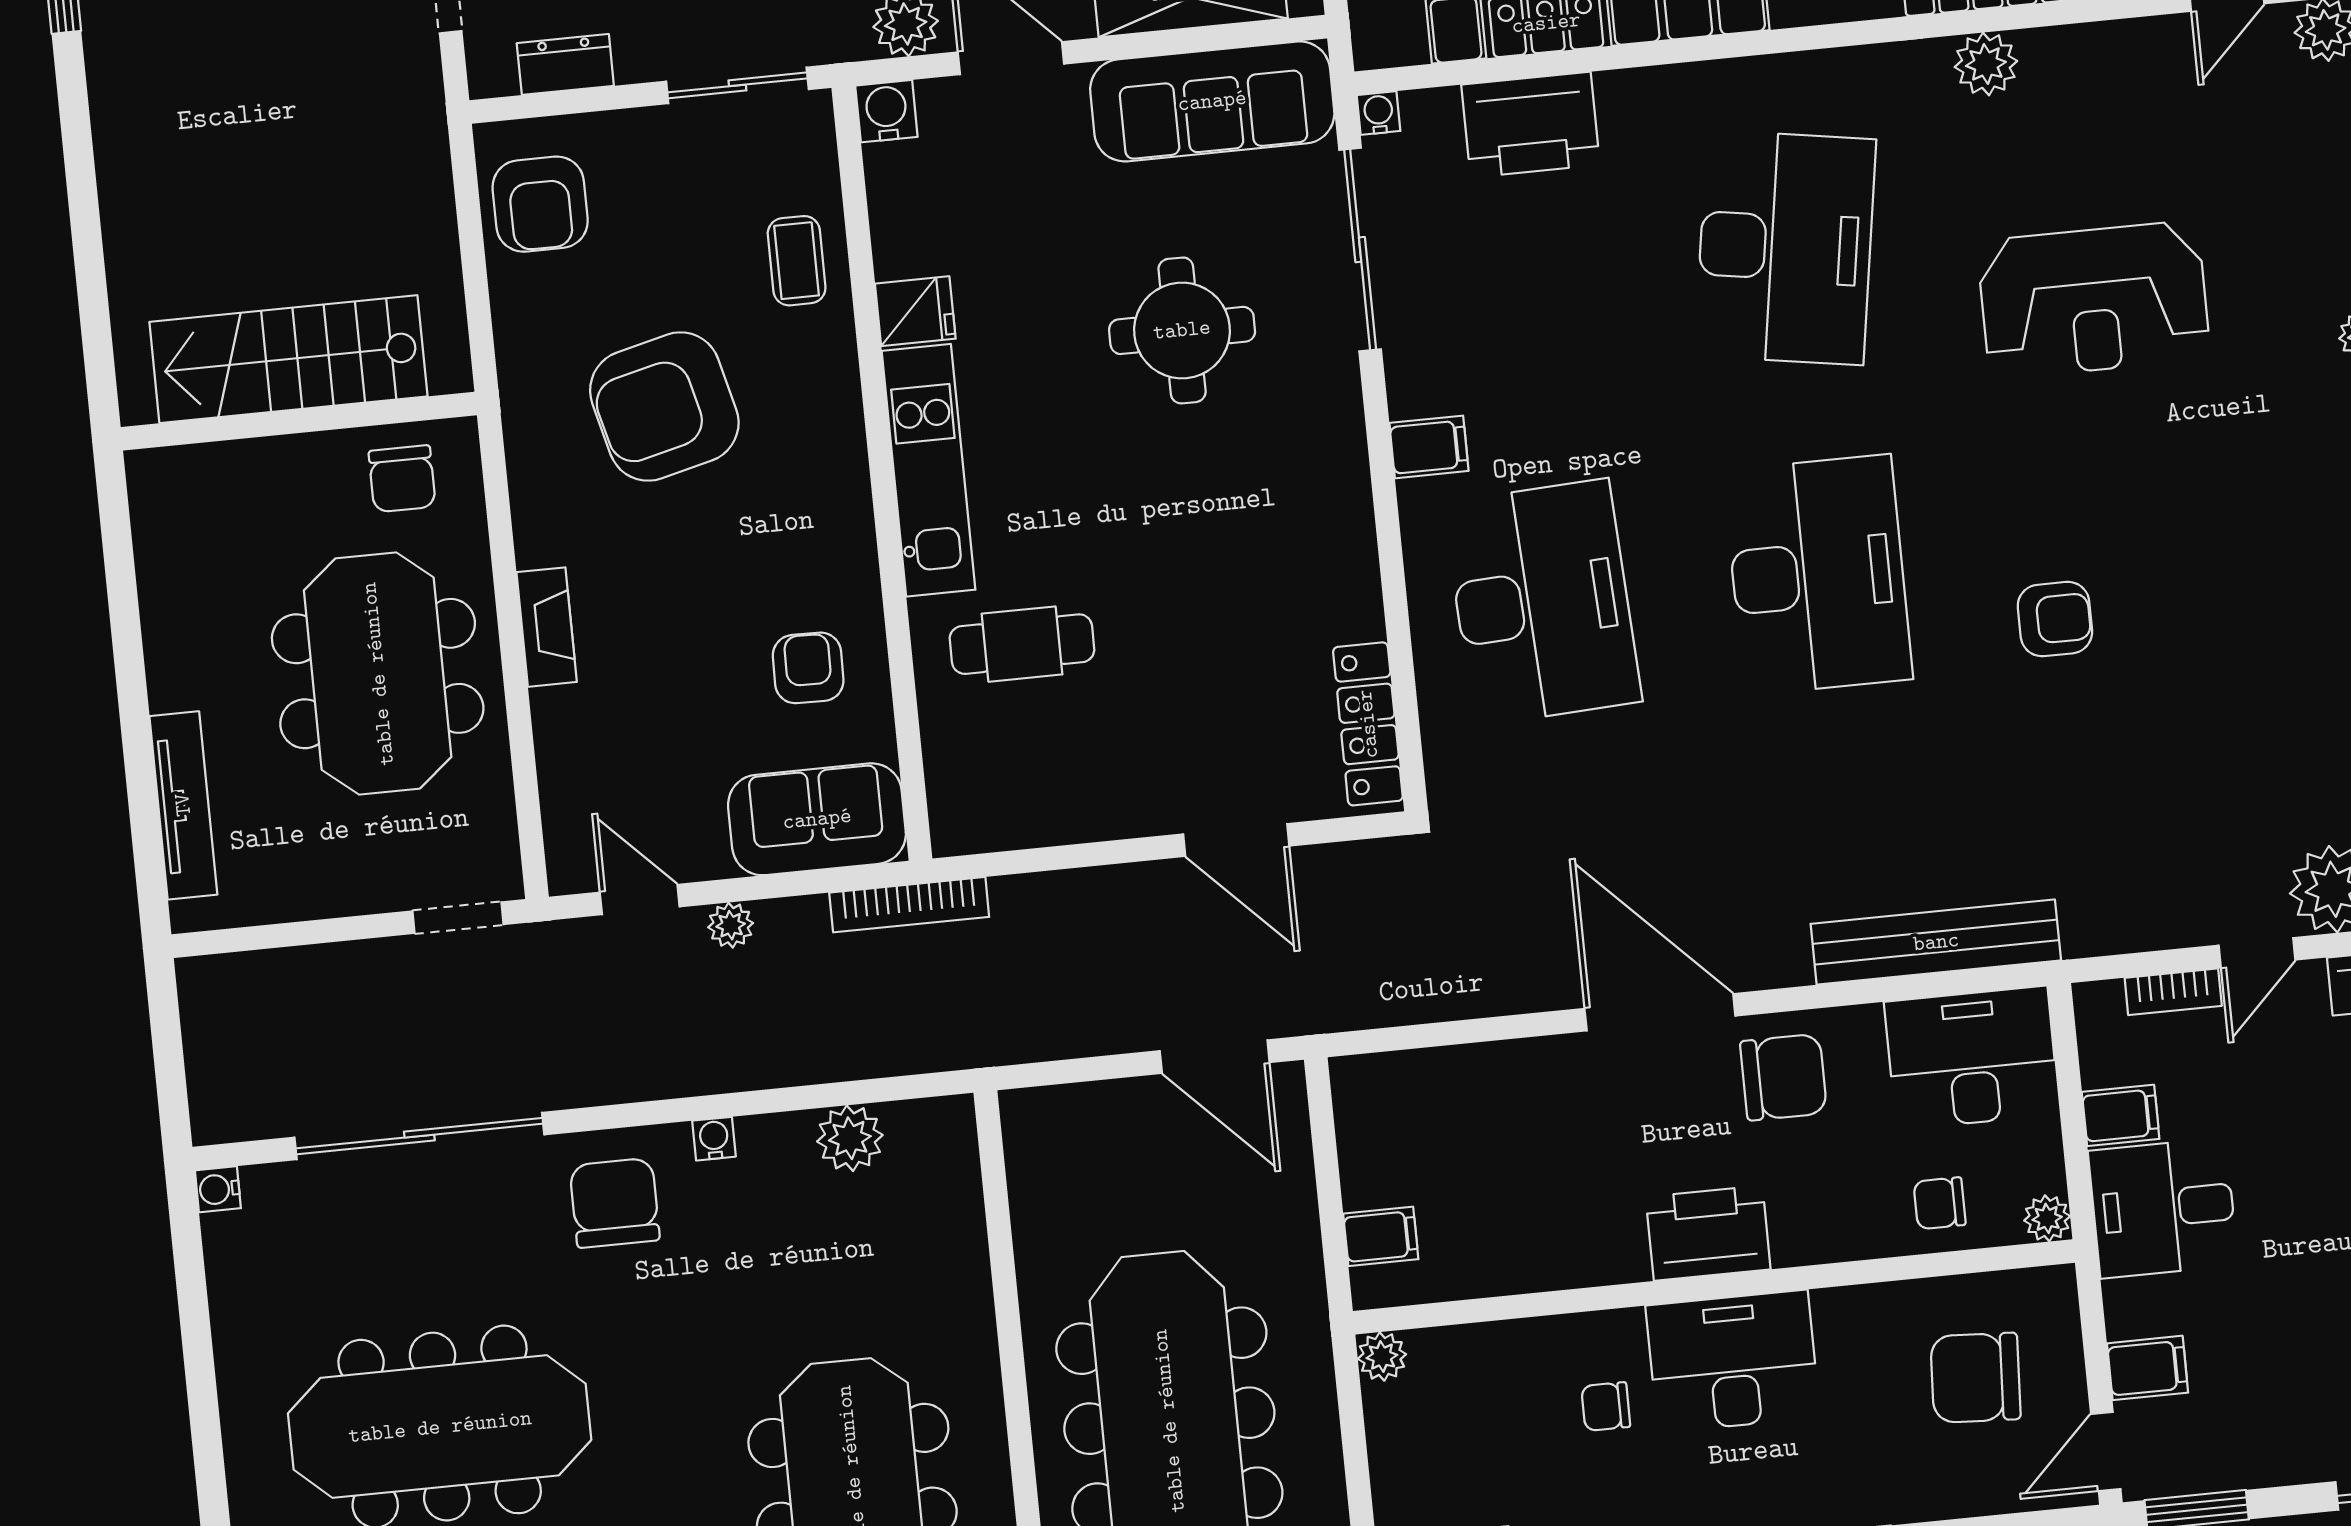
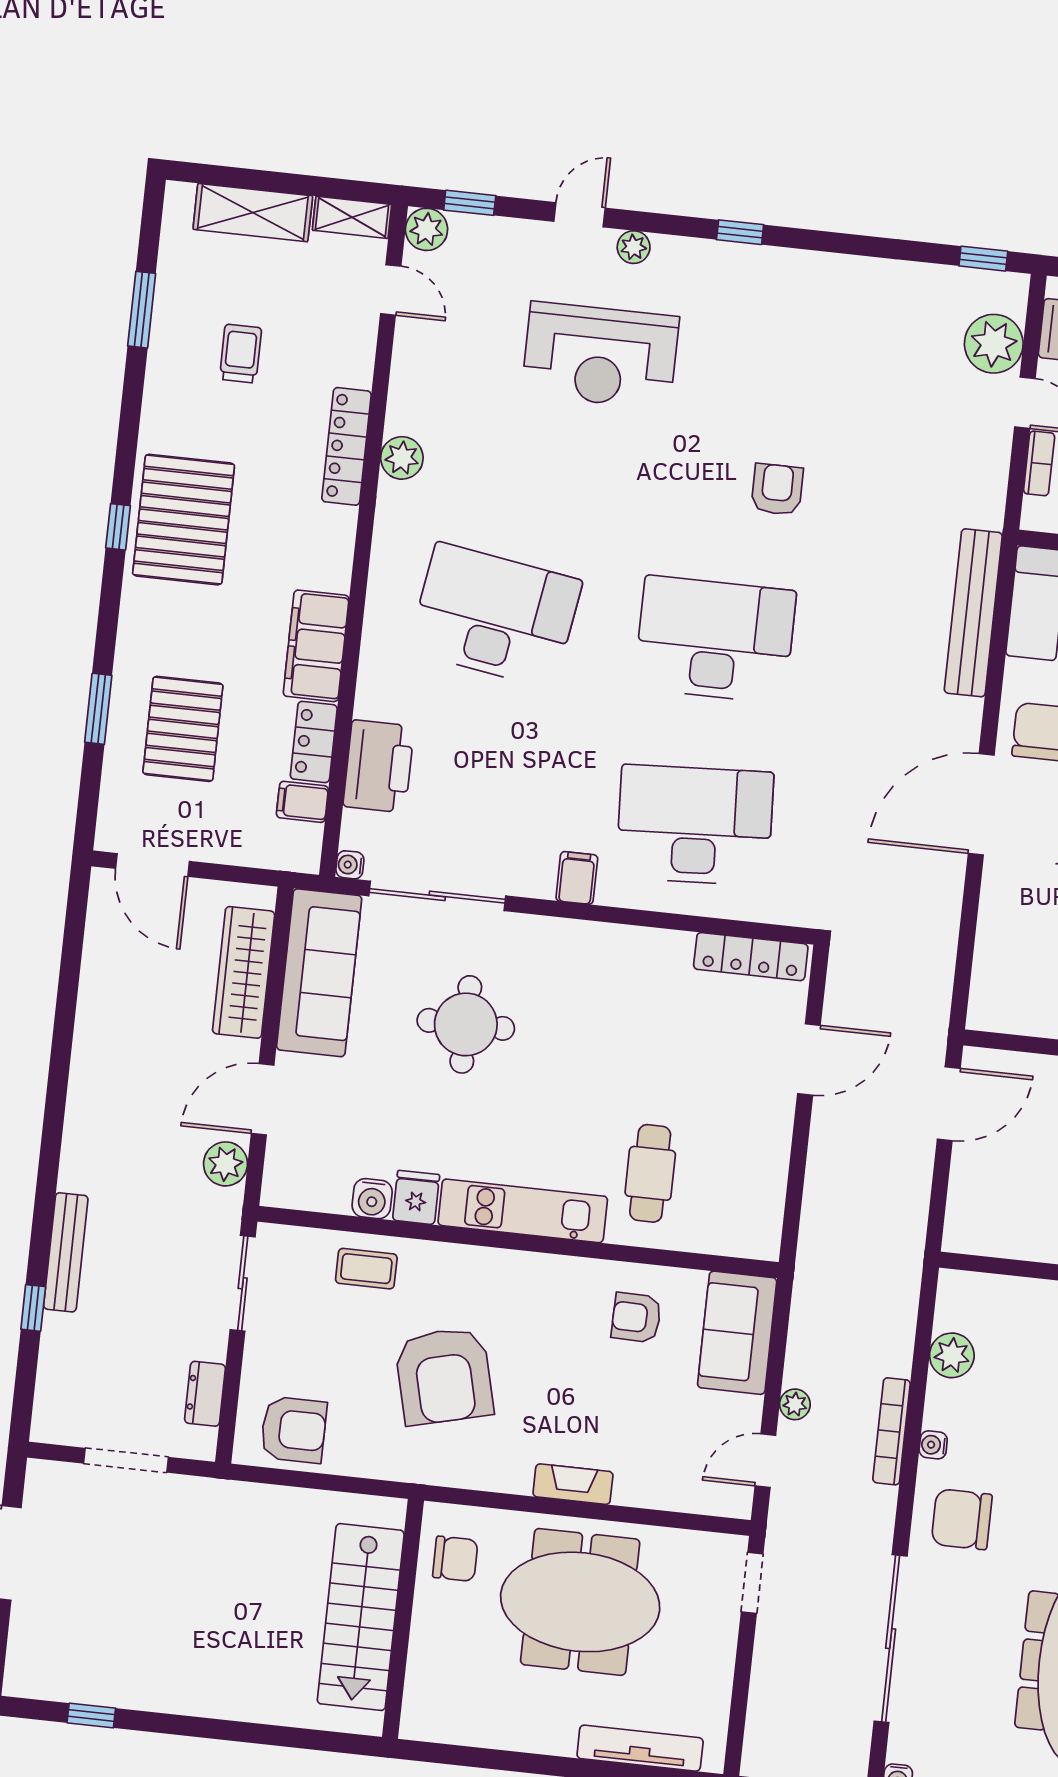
water cooler: (886, 111) -> (372, 1199), moved, turned -90
reception desk: (2094, 300) -> (600, 355), moved, turned 90
bookcase: (909, 905) -> (891, 1431), moved, turned 180

